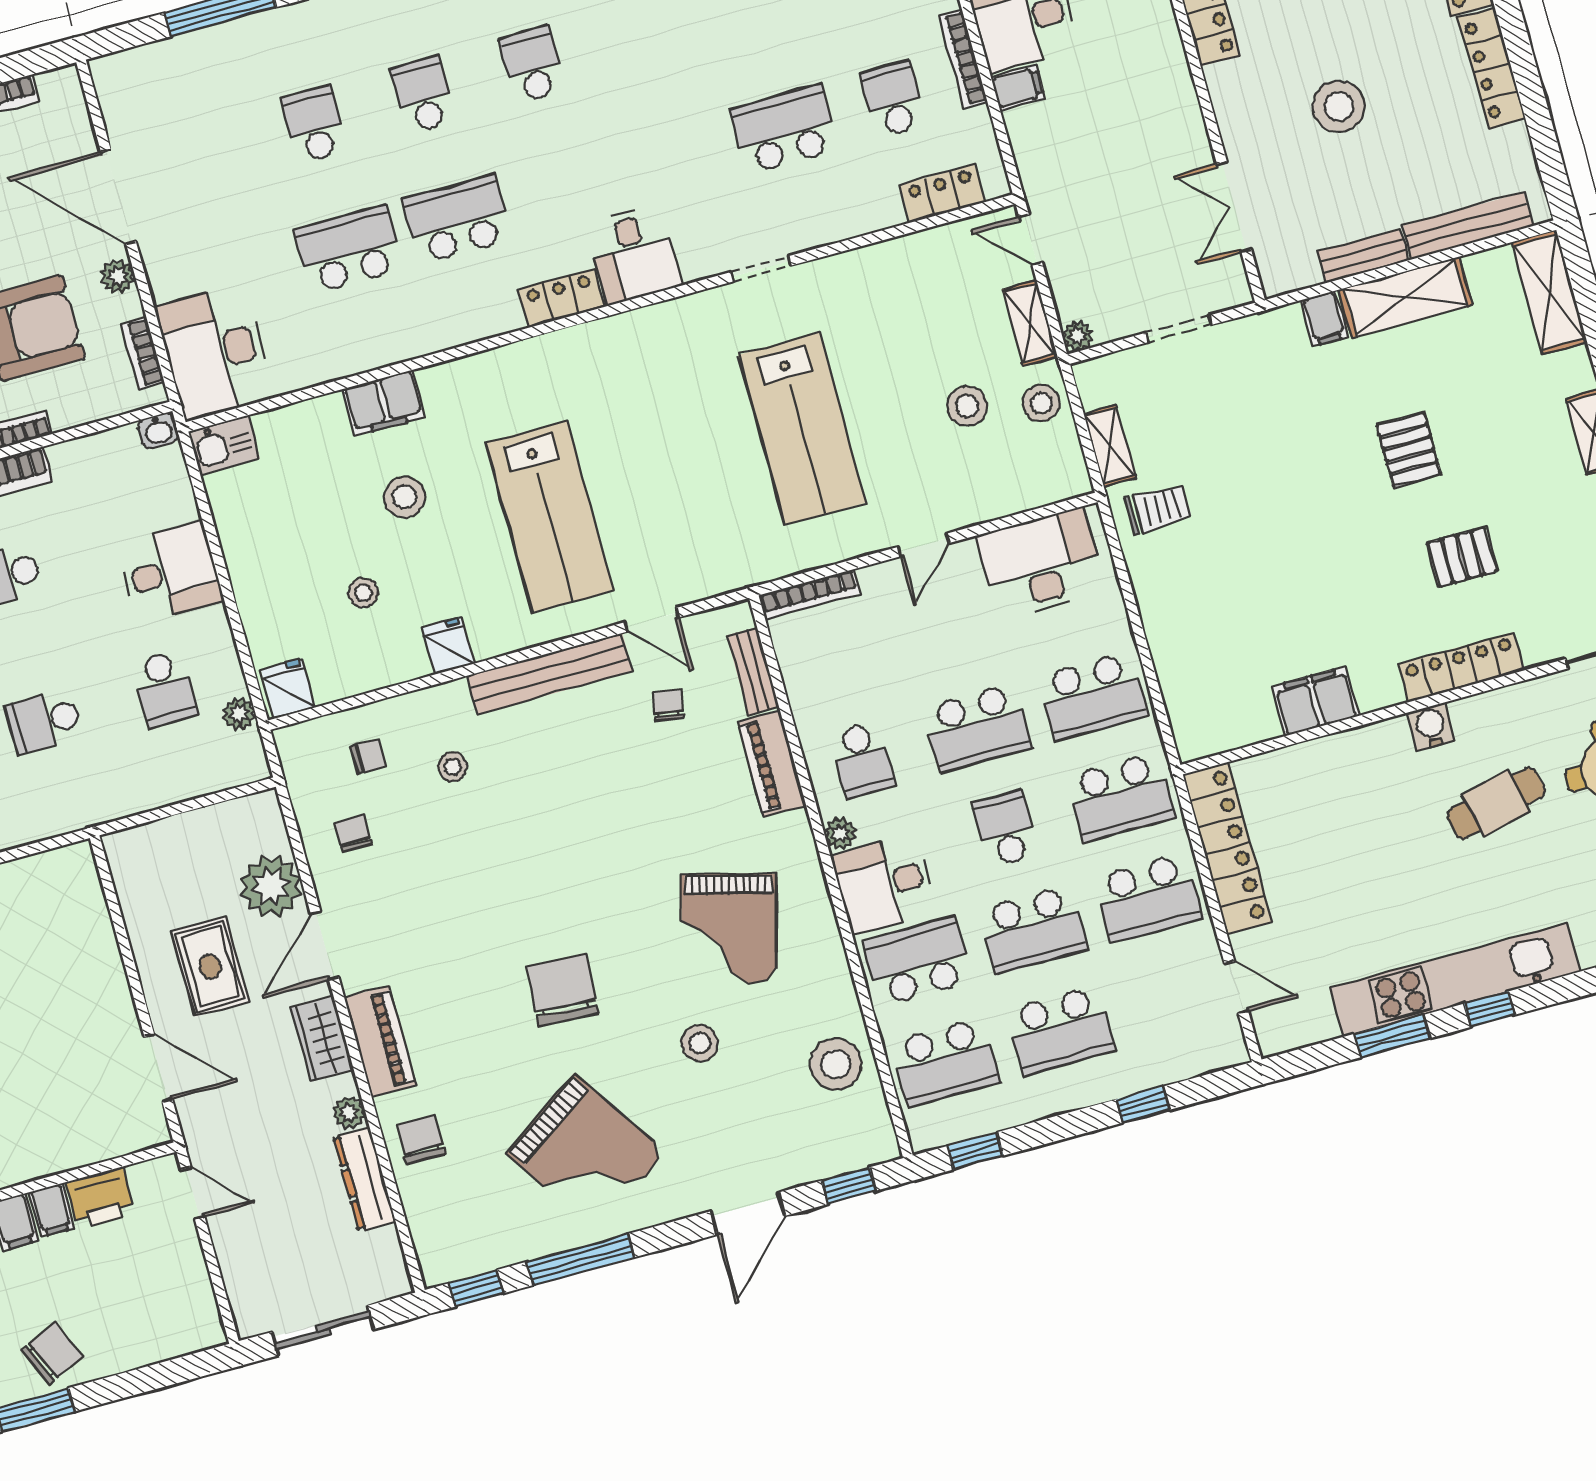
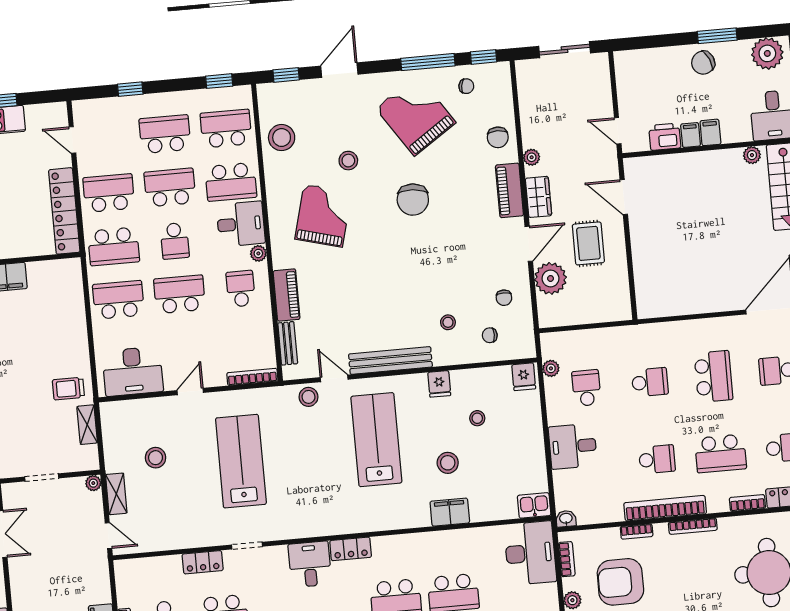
locker: (942, 194) -> (203, 562), moved
stool: (1041, 403) -> (308, 397), moved
chair: (668, 706) -> (466, 86), moved, turned -91
school desk: (1120, 797) -> (114, 246), turned 180
dresser: (364, 1179) -> (530, 122), removed

